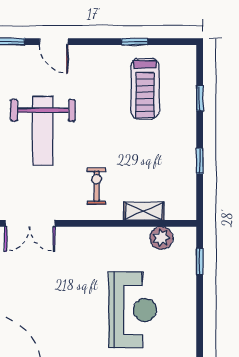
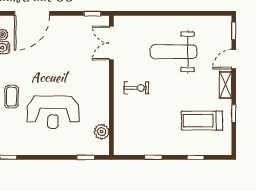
shelving: (144, 211) -> (226, 85), moved

